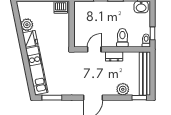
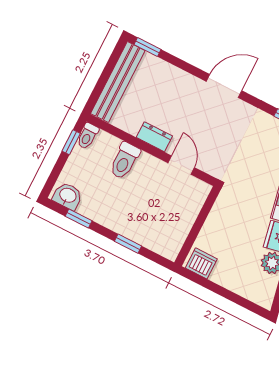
door: (94, 49) -> (181, 165), swing flipped
plant: (123, 89) -> (168, 75), removed

